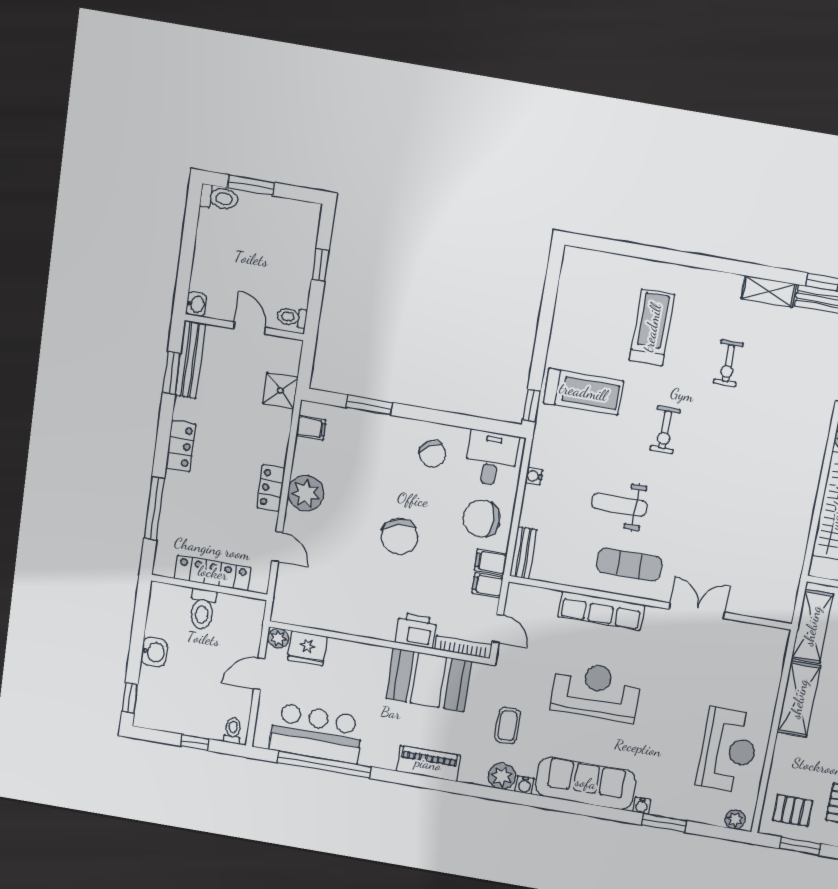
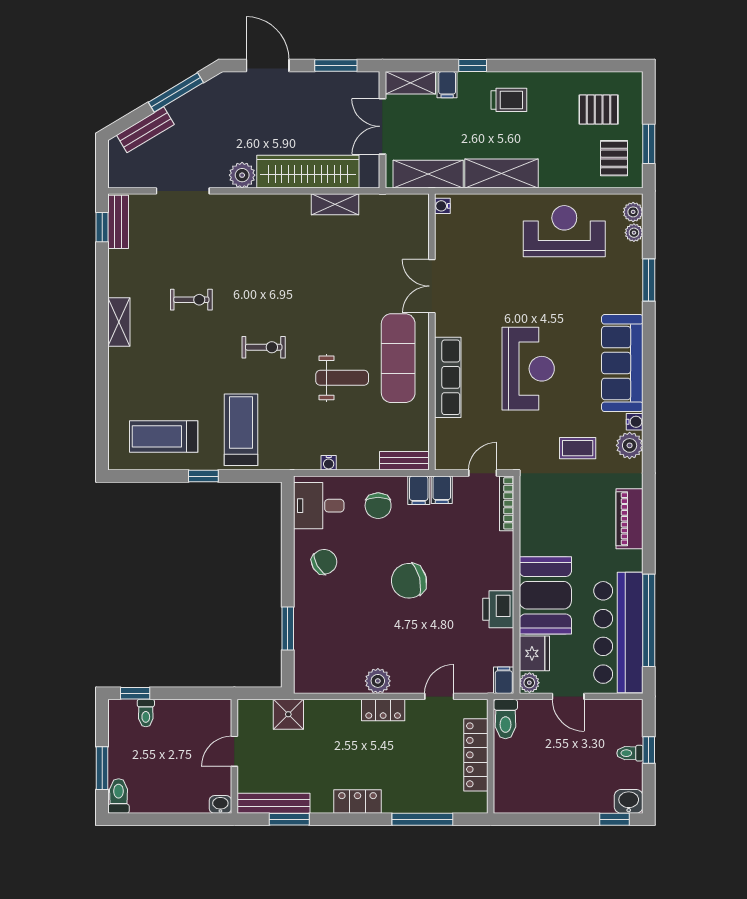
window: (320, 265) -> (135, 693), moved
shelving: (769, 291) -> (119, 322), moved
toilet: (292, 317) -> (146, 713), moved
treadmill: (652, 328) -> (164, 436), moved
window: (531, 406) -> (203, 476), moved
filing cabinet: (311, 428) -> (504, 680), moved
plant: (306, 493) -> (378, 681), width x0.73, depth x0.73
weight bench: (619, 505) -> (342, 378), turned -90
chair: (482, 519) -> (378, 506), width x0.73, depth x0.73
shelving: (800, 528) -> (335, 204), added
chair: (400, 537) -> (409, 581), turned 180
exercise mat: (629, 565) -> (398, 358), width x1.36, depth x1.45
toilet: (202, 609) -> (505, 719), moved, turned 90
printer: (416, 630) -> (498, 609), moved
washbasin: (154, 652) -> (629, 801), moved
booth: (429, 680) -> (545, 595), moved
reception desk: (596, 691) -> (528, 369), turned 180
toilet: (233, 731) -> (630, 753), moved
bar counter: (316, 733) -> (618, 632), width x1.36
water cooler: (642, 806) -> (442, 206), moved, turned 180
plant: (714, 817) -> (634, 233), added

